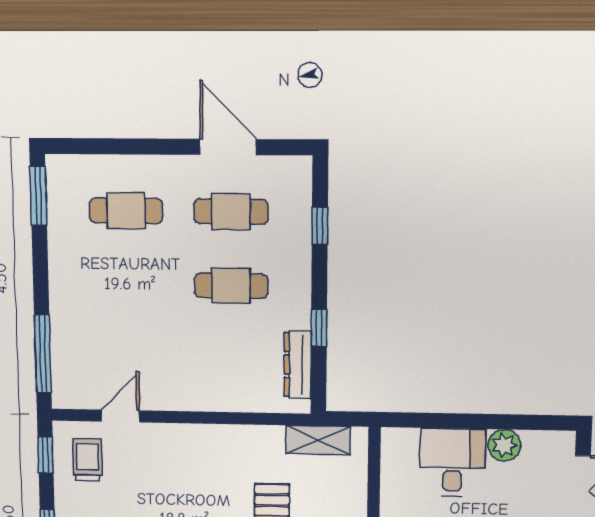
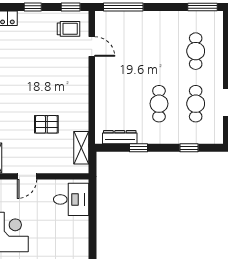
plant: (504, 445) -> (81, 242), removed
desk: (453, 463) -> (71, 199), moved

